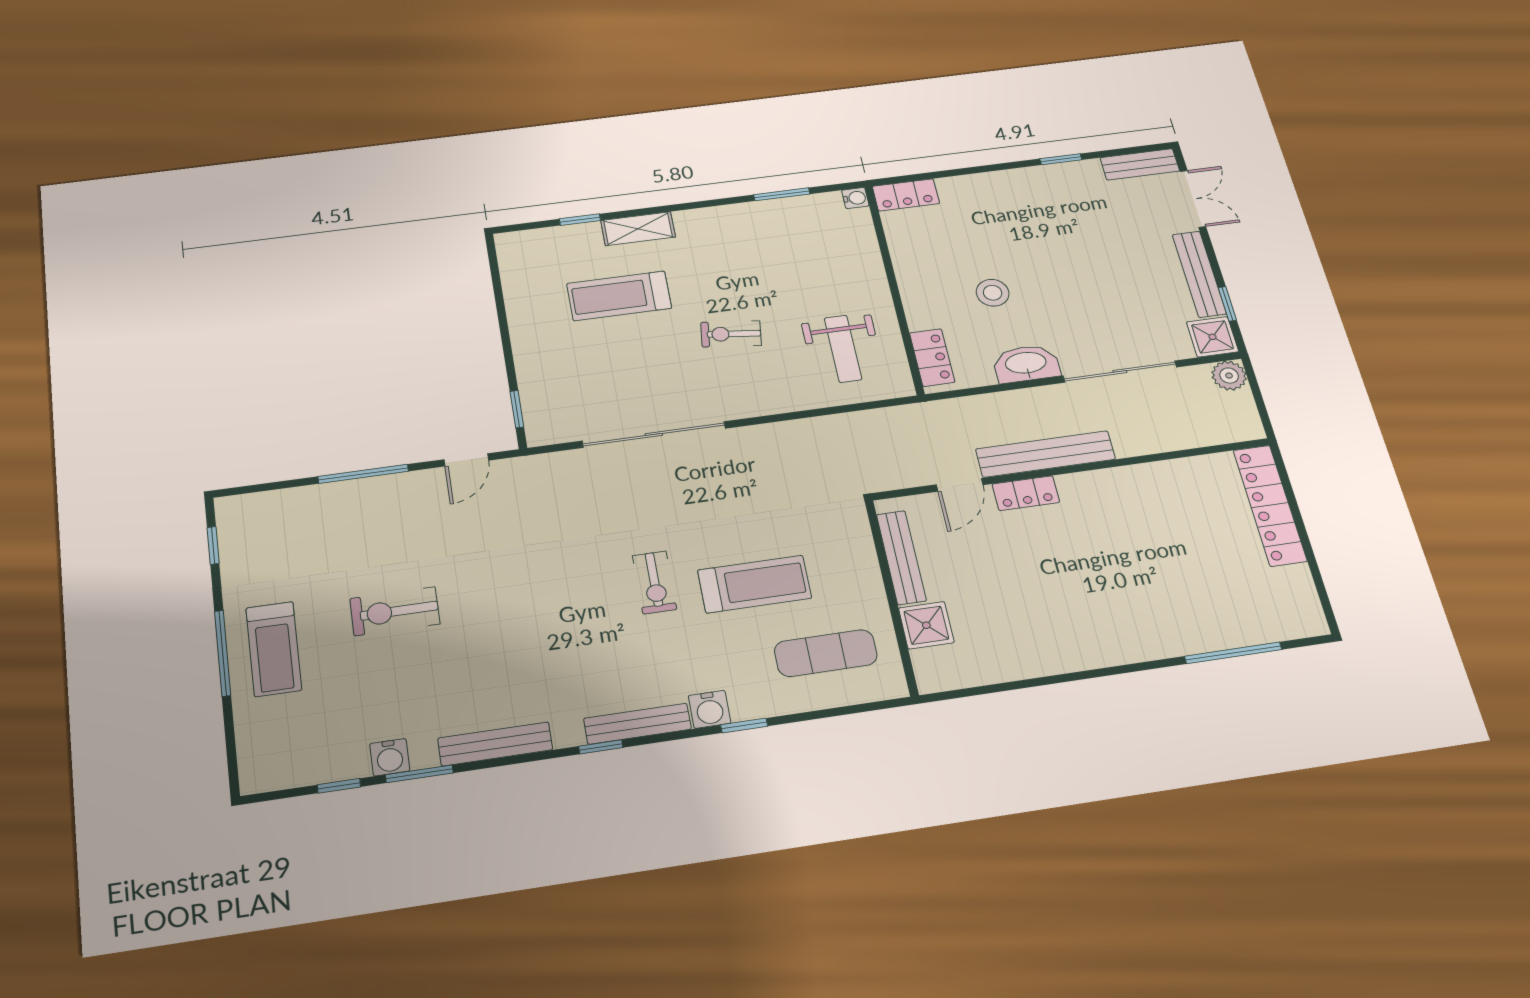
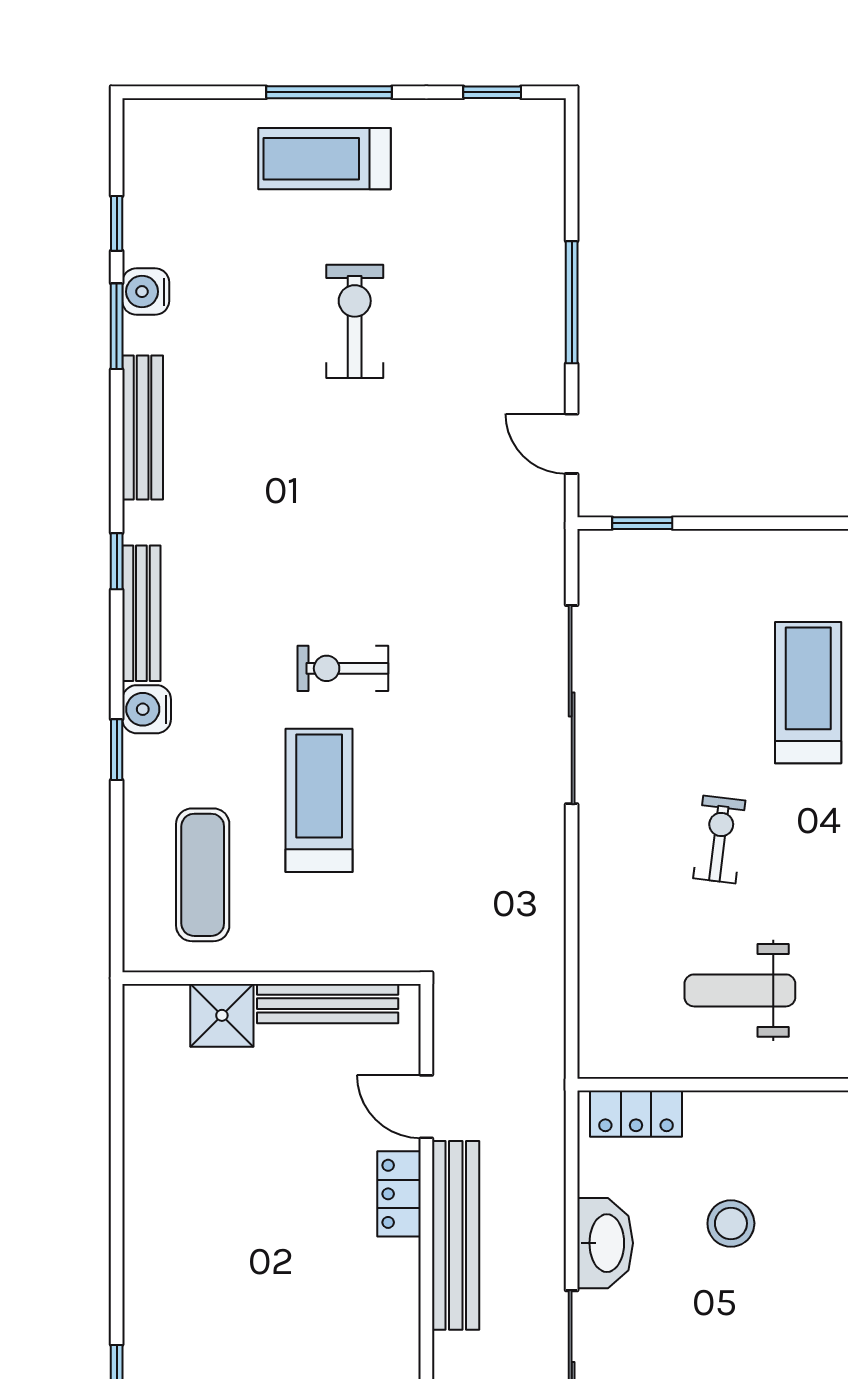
weight bench: (843, 349) -> (740, 990), moved
treadmill: (755, 584) -> (319, 800), turned 180

